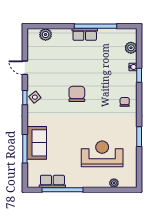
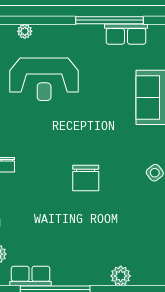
row of seats: (85, 34) -> (31, 276), moved
plant: (46, 35) -> (121, 276), moved

